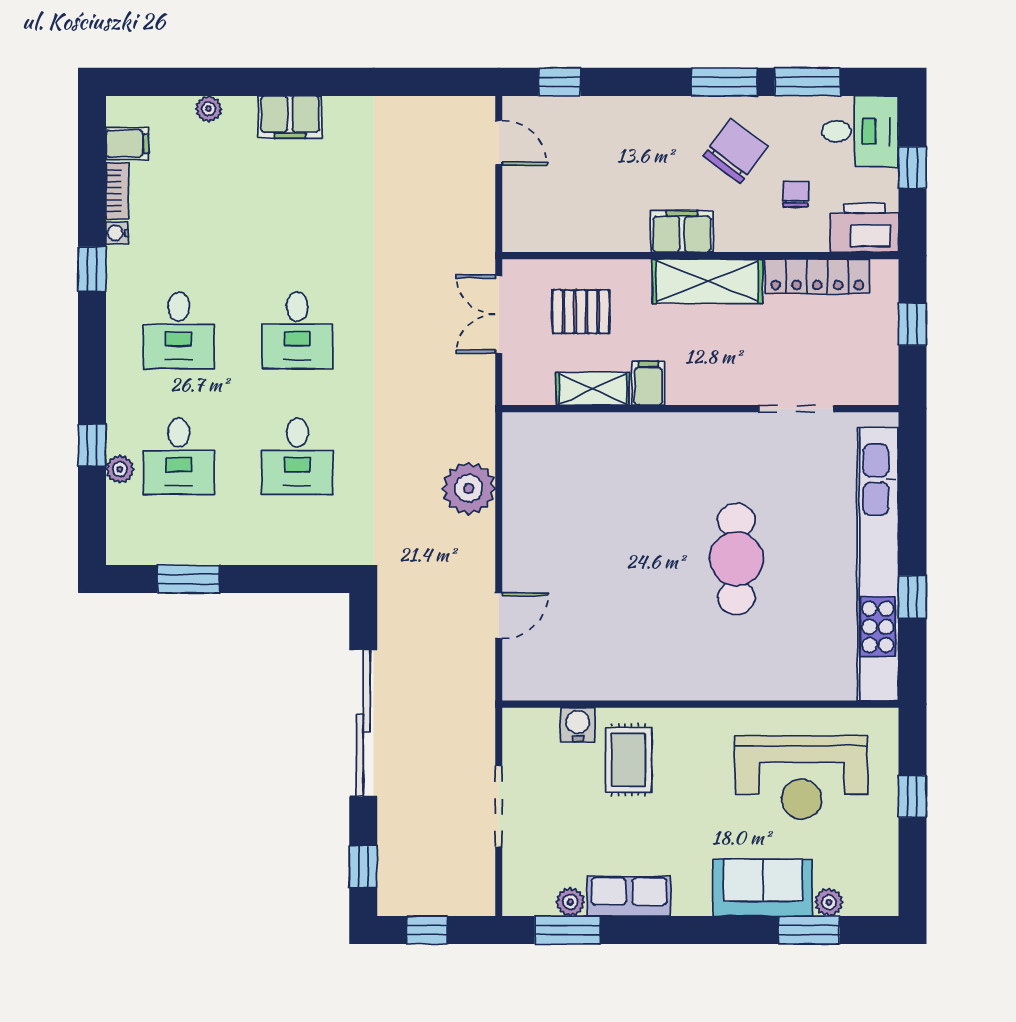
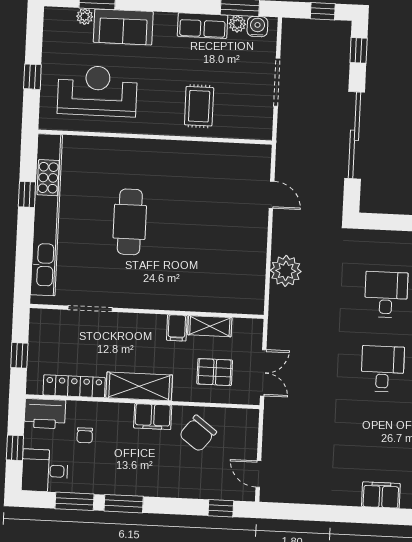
chair: (736, 151) -> (198, 434), moved
door: (499, 616) -> (272, 195), swing flipped
water cooler: (578, 725) -> (257, 27), moved, turned 180

